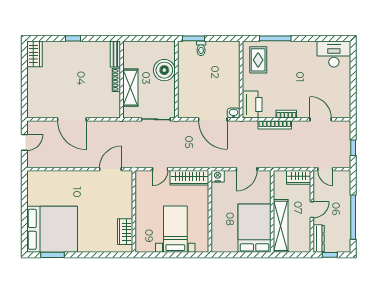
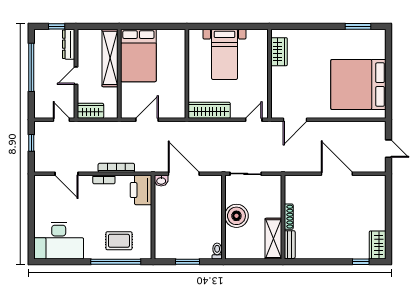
window: (73, 38) -> (361, 262), moved
window: (193, 38) -> (187, 262), moved
window: (275, 38) -> (116, 262), width x1.46
toilet: (201, 48) -> (217, 251), moved
desk: (334, 54) -> (59, 241), width x1.36, depth x1.30
rug: (258, 60) -> (119, 241), moved, turned 90
boiler: (164, 70) -> (236, 216), moved
shelving: (130, 88) -> (273, 239), moved
door: (24, 142) -> (388, 149), swing flipped
door: (160, 169) -> (254, 120), moved
nightstand: (218, 176) -> (179, 112), removed
bed: (52, 229) -> (358, 85), moved

